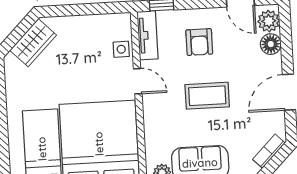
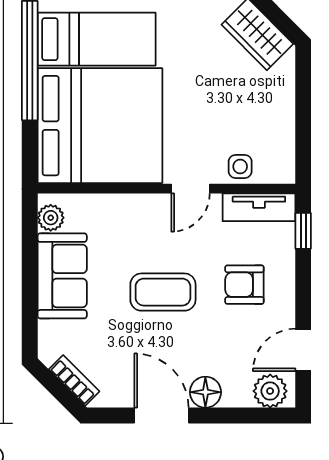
floor lamp: (271, 44) -> (205, 392), moved
coffee table: (207, 96) -> (163, 292), turned 90

